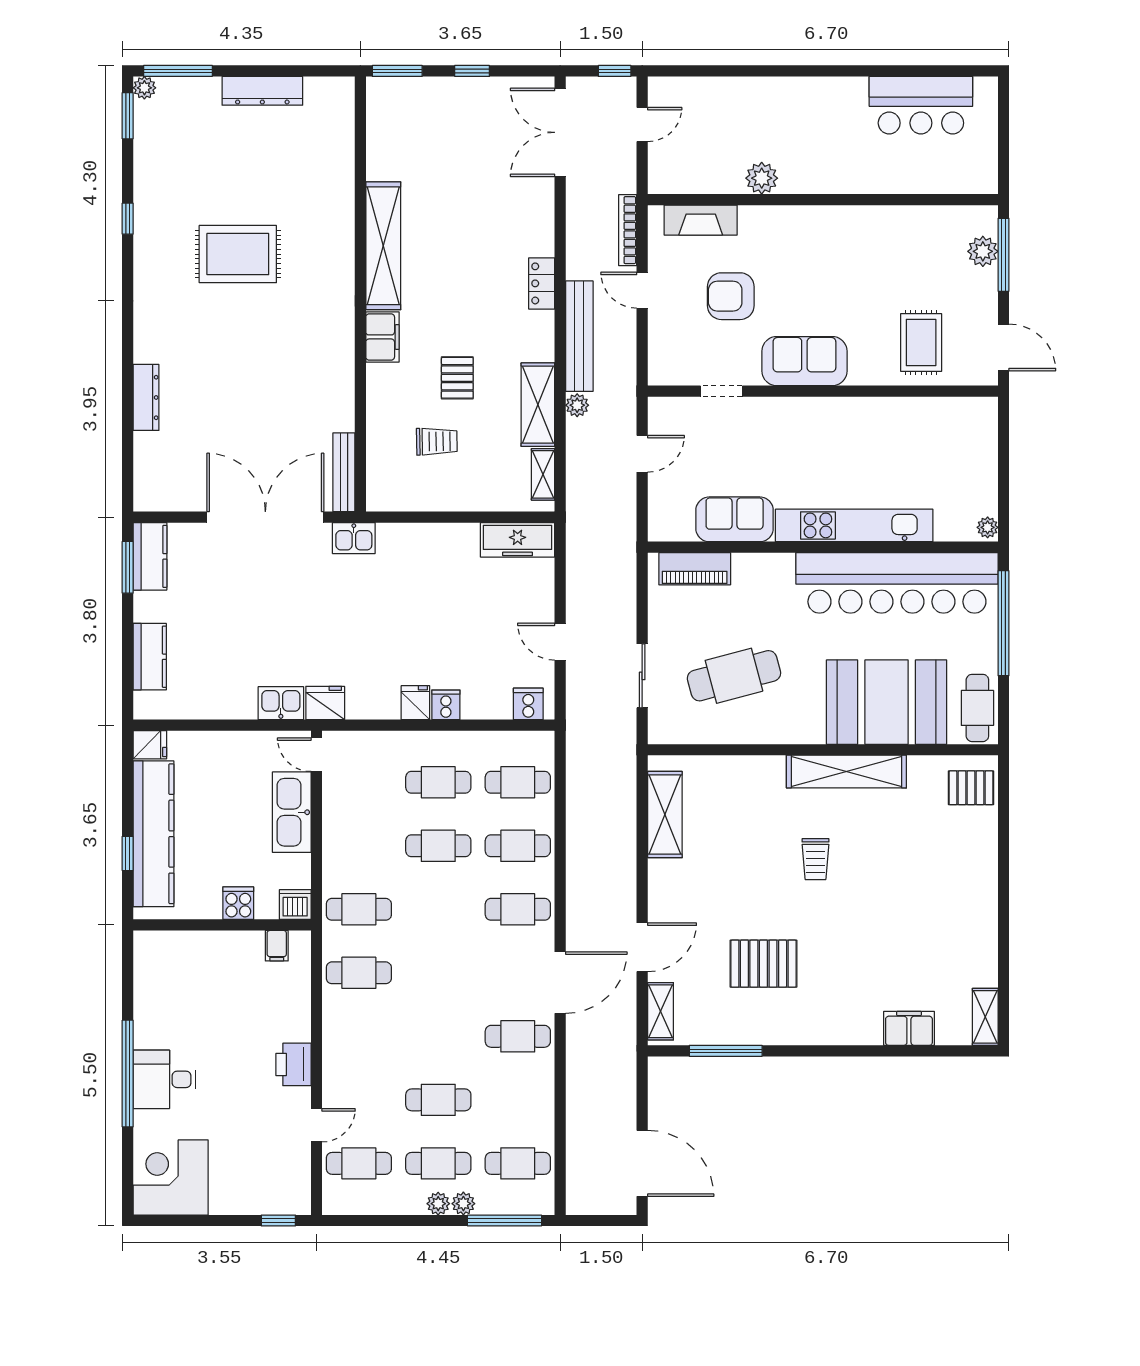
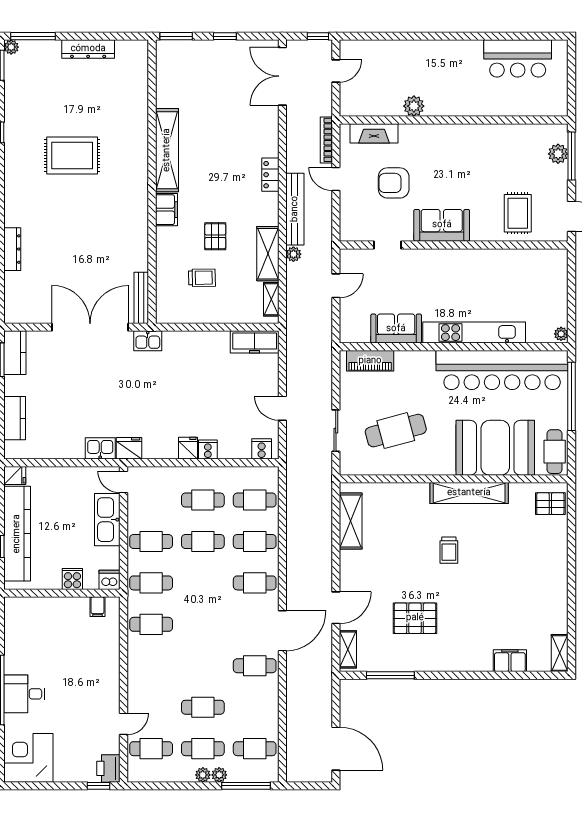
cafe table: (359, 846) -> (151, 541), added
printer: (293, 1064) -> (108, 768), moved

